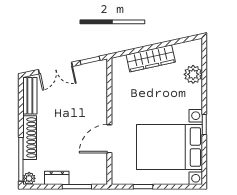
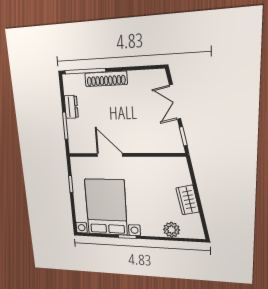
wardrobe: (151, 58) -> (188, 200), width x0.67
bench: (30, 96) -> (146, 77), removed
plant: (29, 178) -> (68, 80), removed

